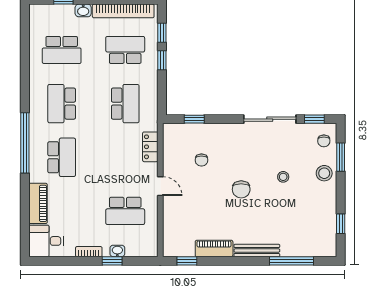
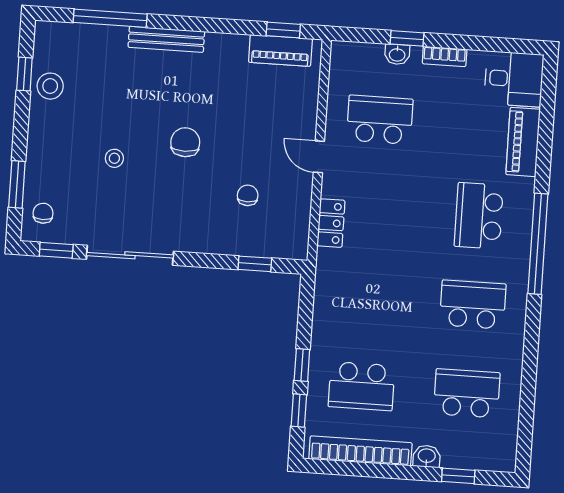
school desk: (62, 104) -> (473, 305), turned -90
school desk: (125, 104) -> (368, 297), removed
stool: (324, 173) -> (50, 86), moved
piano: (214, 249) -> (280, 50), moved

